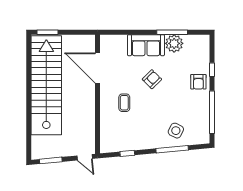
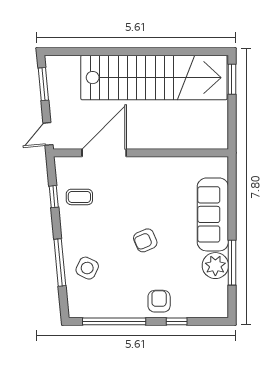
sofa: (146, 45) -> (213, 214), width x1.36
door: (97, 68) -> (104, 153), moved
armchair: (152, 79) -> (145, 240), moved, turned 112
armchair: (198, 82) -> (159, 301), turned 90
coffee table: (124, 103) -> (79, 197), moved

